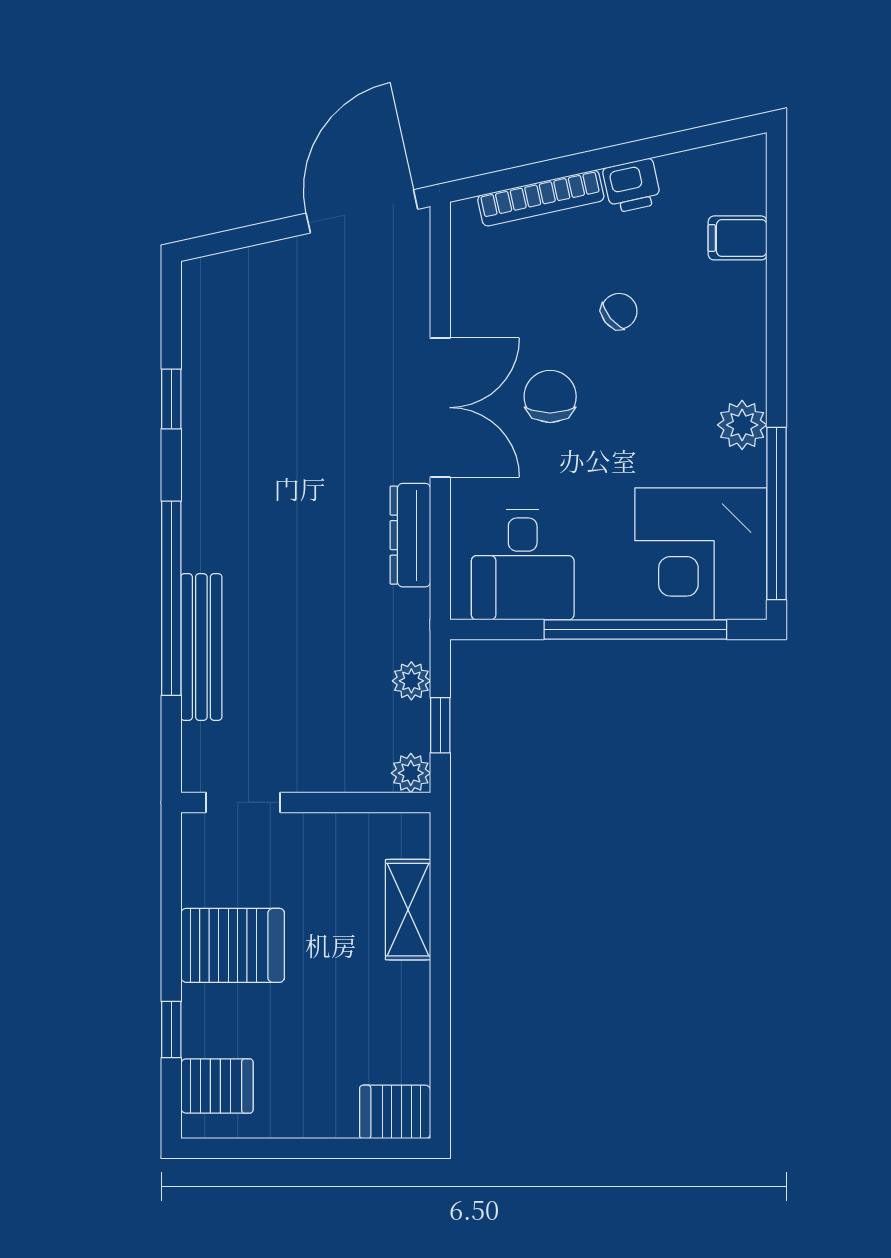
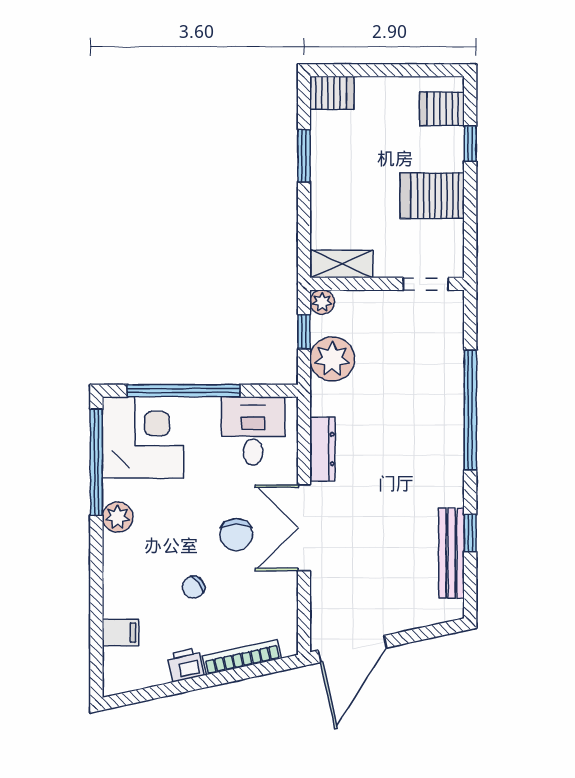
bench: (201, 647) -> (452, 553), moved
plant: (411, 681) -> (332, 359), width x1.87, depth x1.87
shelving: (408, 910) -> (342, 264), moved, turned 90
window: (440, 1010) -> (304, 156), added

